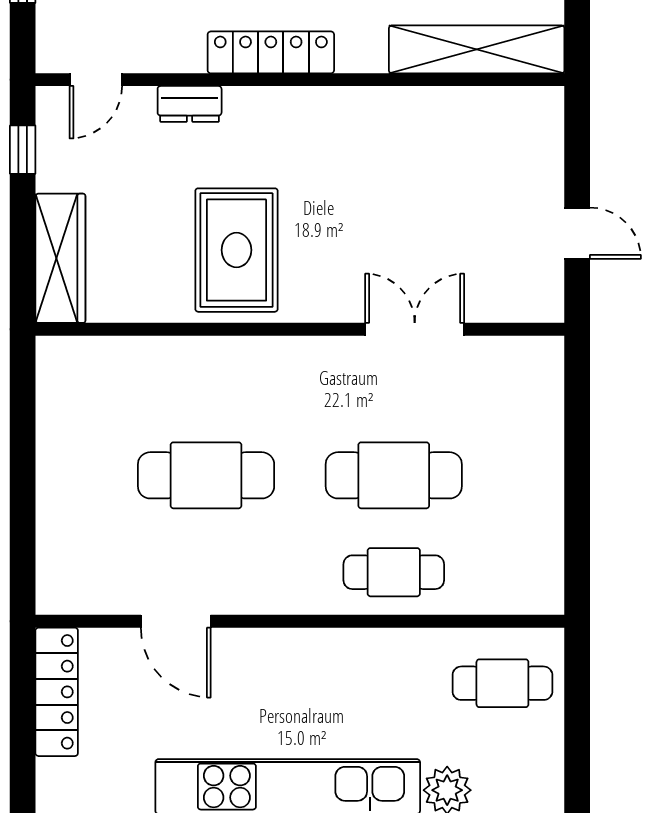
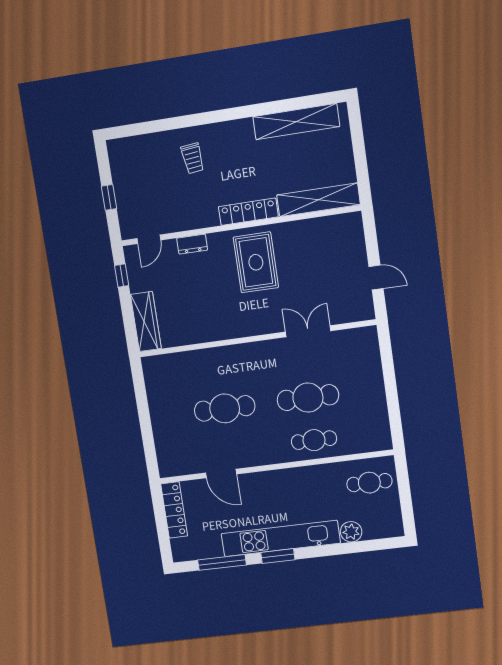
locker: (271, 52) -> (248, 212), moved
rug: (236, 250) -> (256, 262), moved

